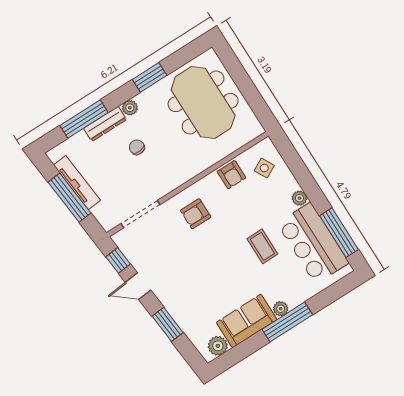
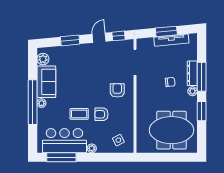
window: (84, 119) -> (202, 77), moved
armchair: (231, 175) -> (101, 114), moved
window: (69, 198) -> (166, 31), width x0.69
window: (287, 322) -> (33, 102), width x1.46

